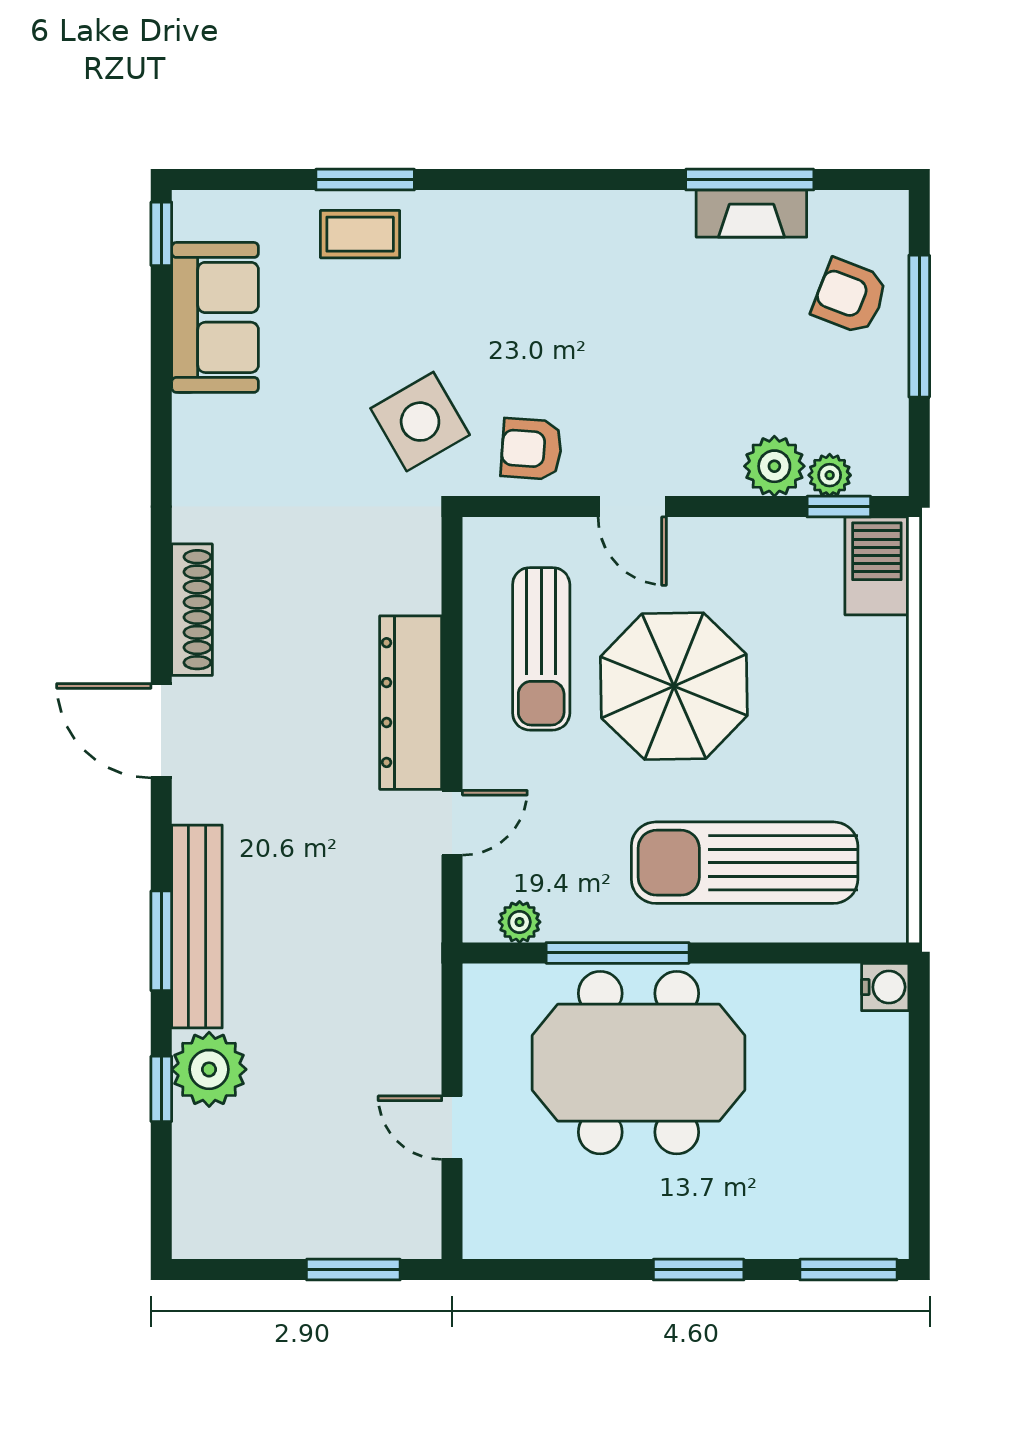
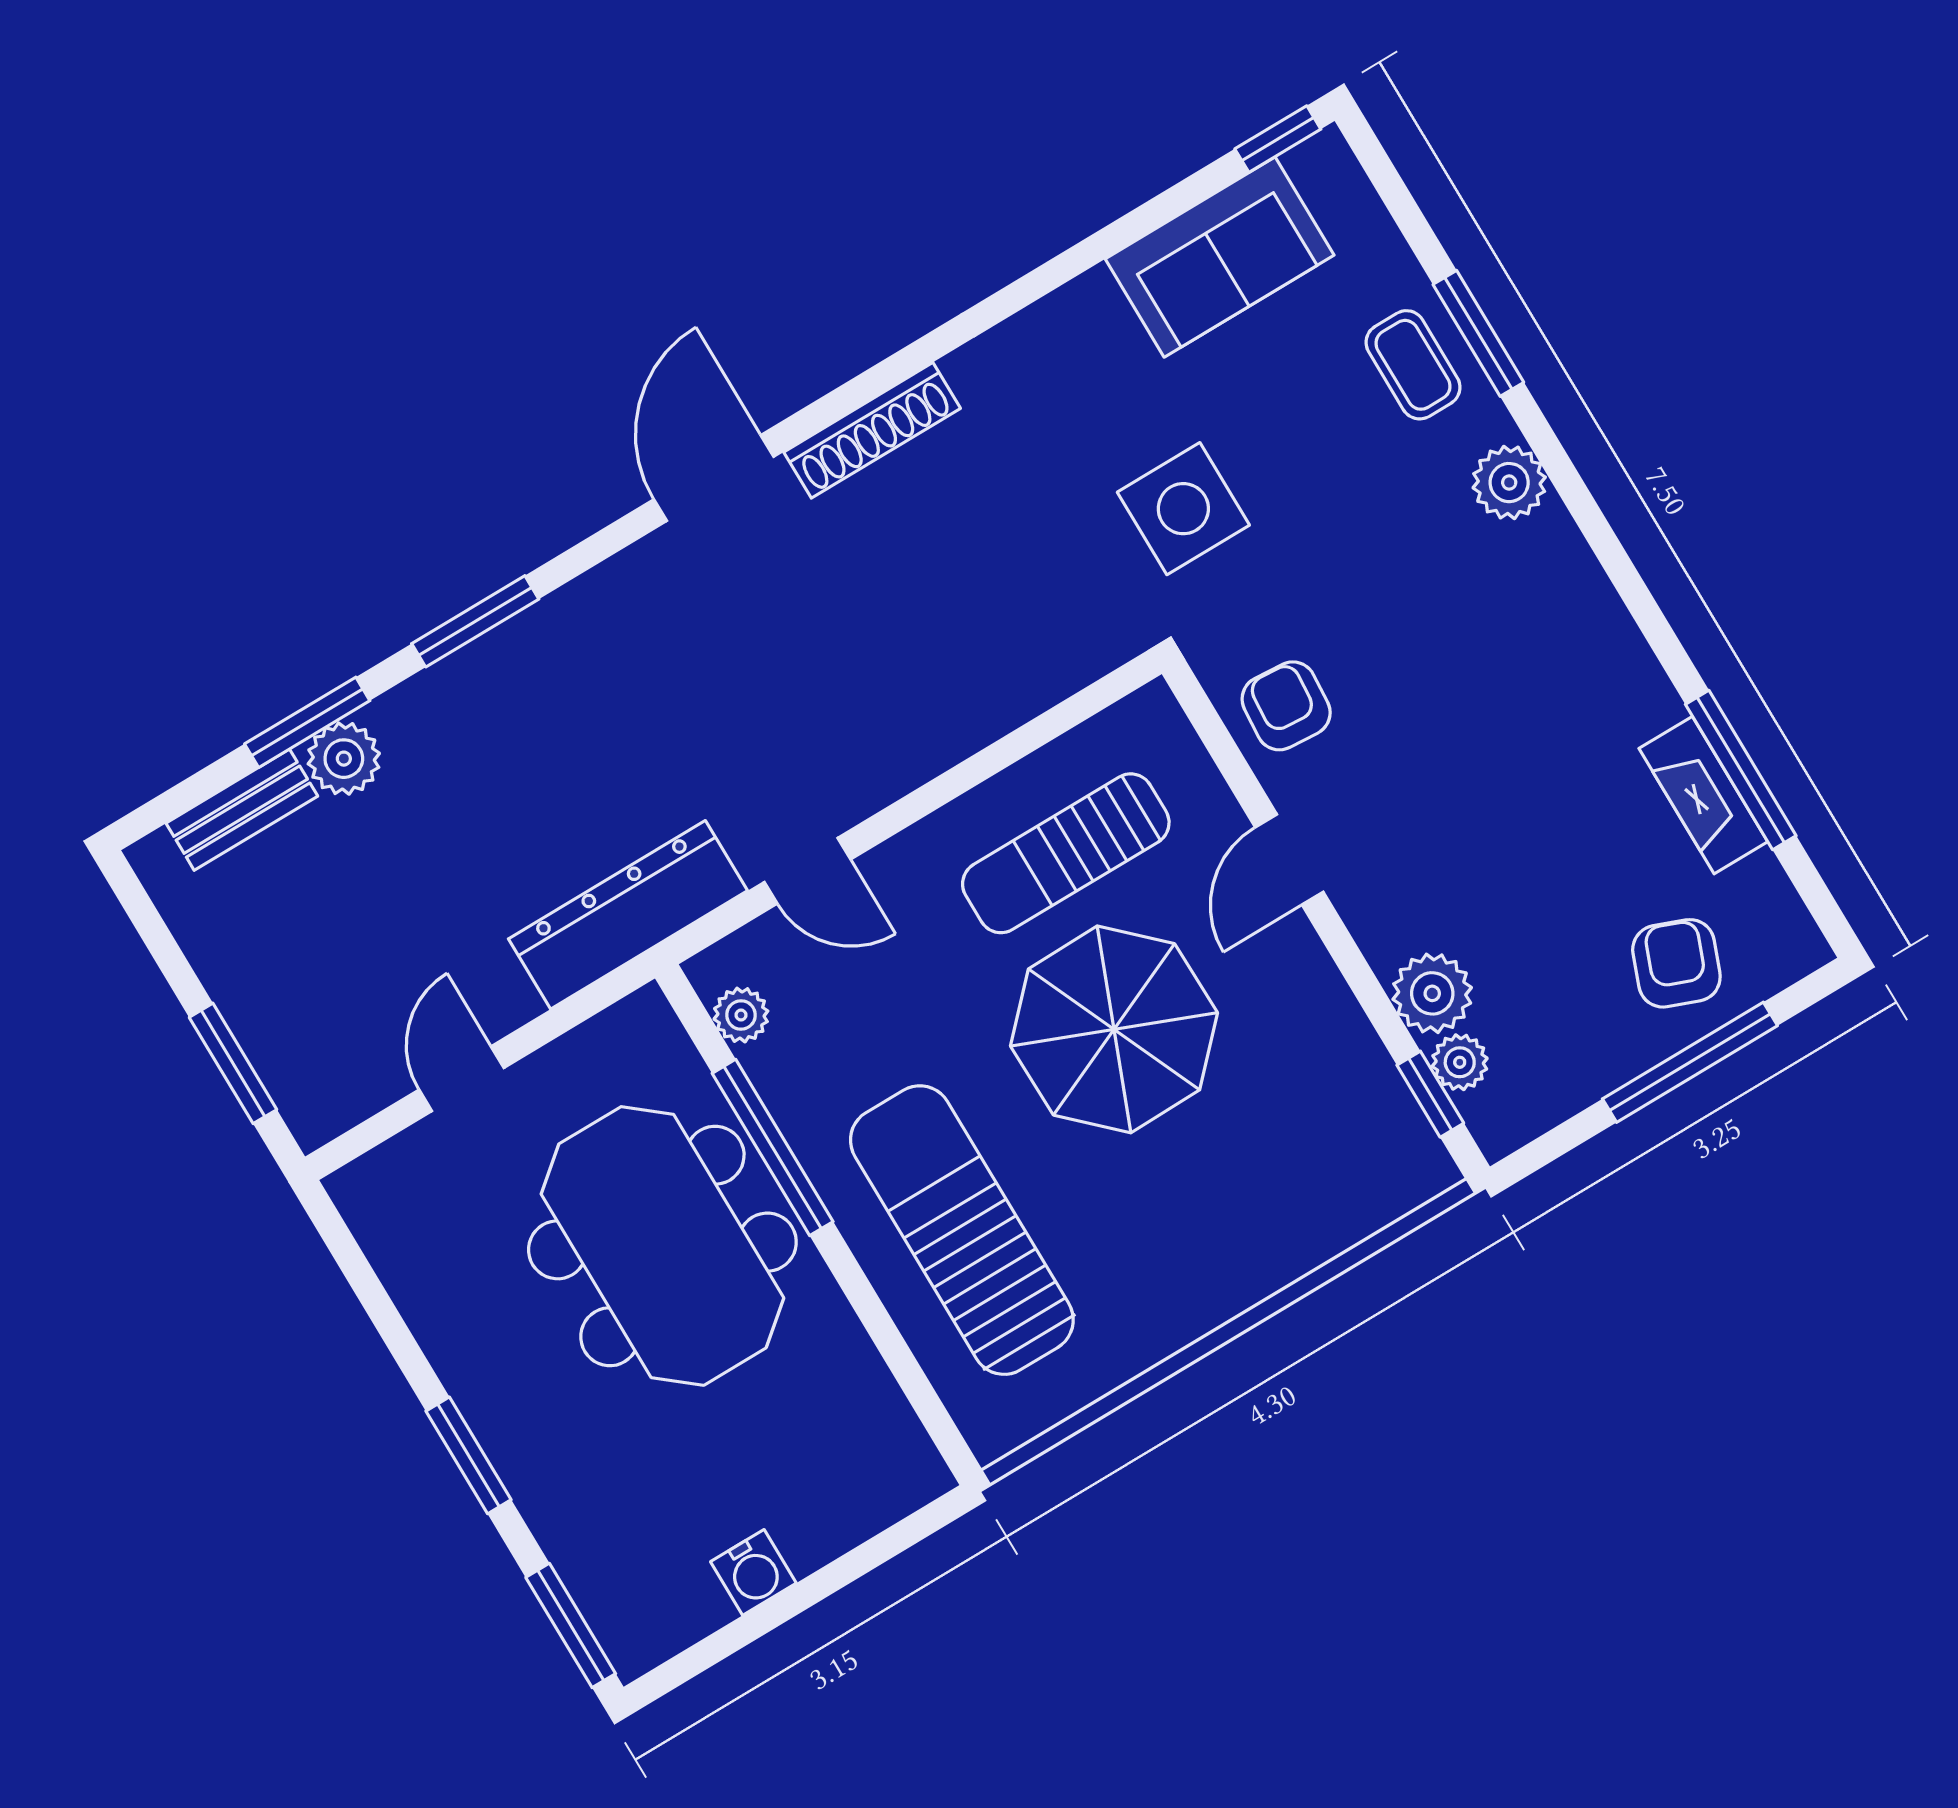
plant: (474, 218) -> (1509, 483), added
side table: (420, 422) -> (1183, 509), moved, turned 30
barbecue: (877, 566) -> (1389, 1178), removed
dresser: (411, 703) -> (628, 915), moved
bench: (197, 927) -> (242, 810), moved, width x0.54, depth x0.82
water cooler: (885, 987) -> (753, 1572), moved
plant: (209, 1069) -> (344, 759), width x0.73, depth x0.73
window: (161, 1089) -> (307, 722), width x1.50

